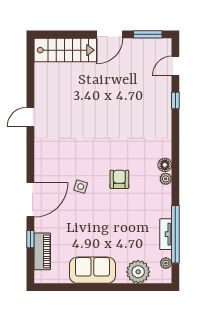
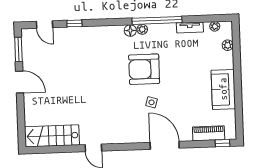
stairs: (65, 50) -> (52, 136), moved, turned -90
armchair: (119, 179) -> (144, 69), width x1.88, depth x1.88
window: (175, 234) -> (157, 20), moved
window: (30, 239) -> (223, 143), moved
plant: (138, 272) -> (228, 45), width x0.53, depth x0.53

